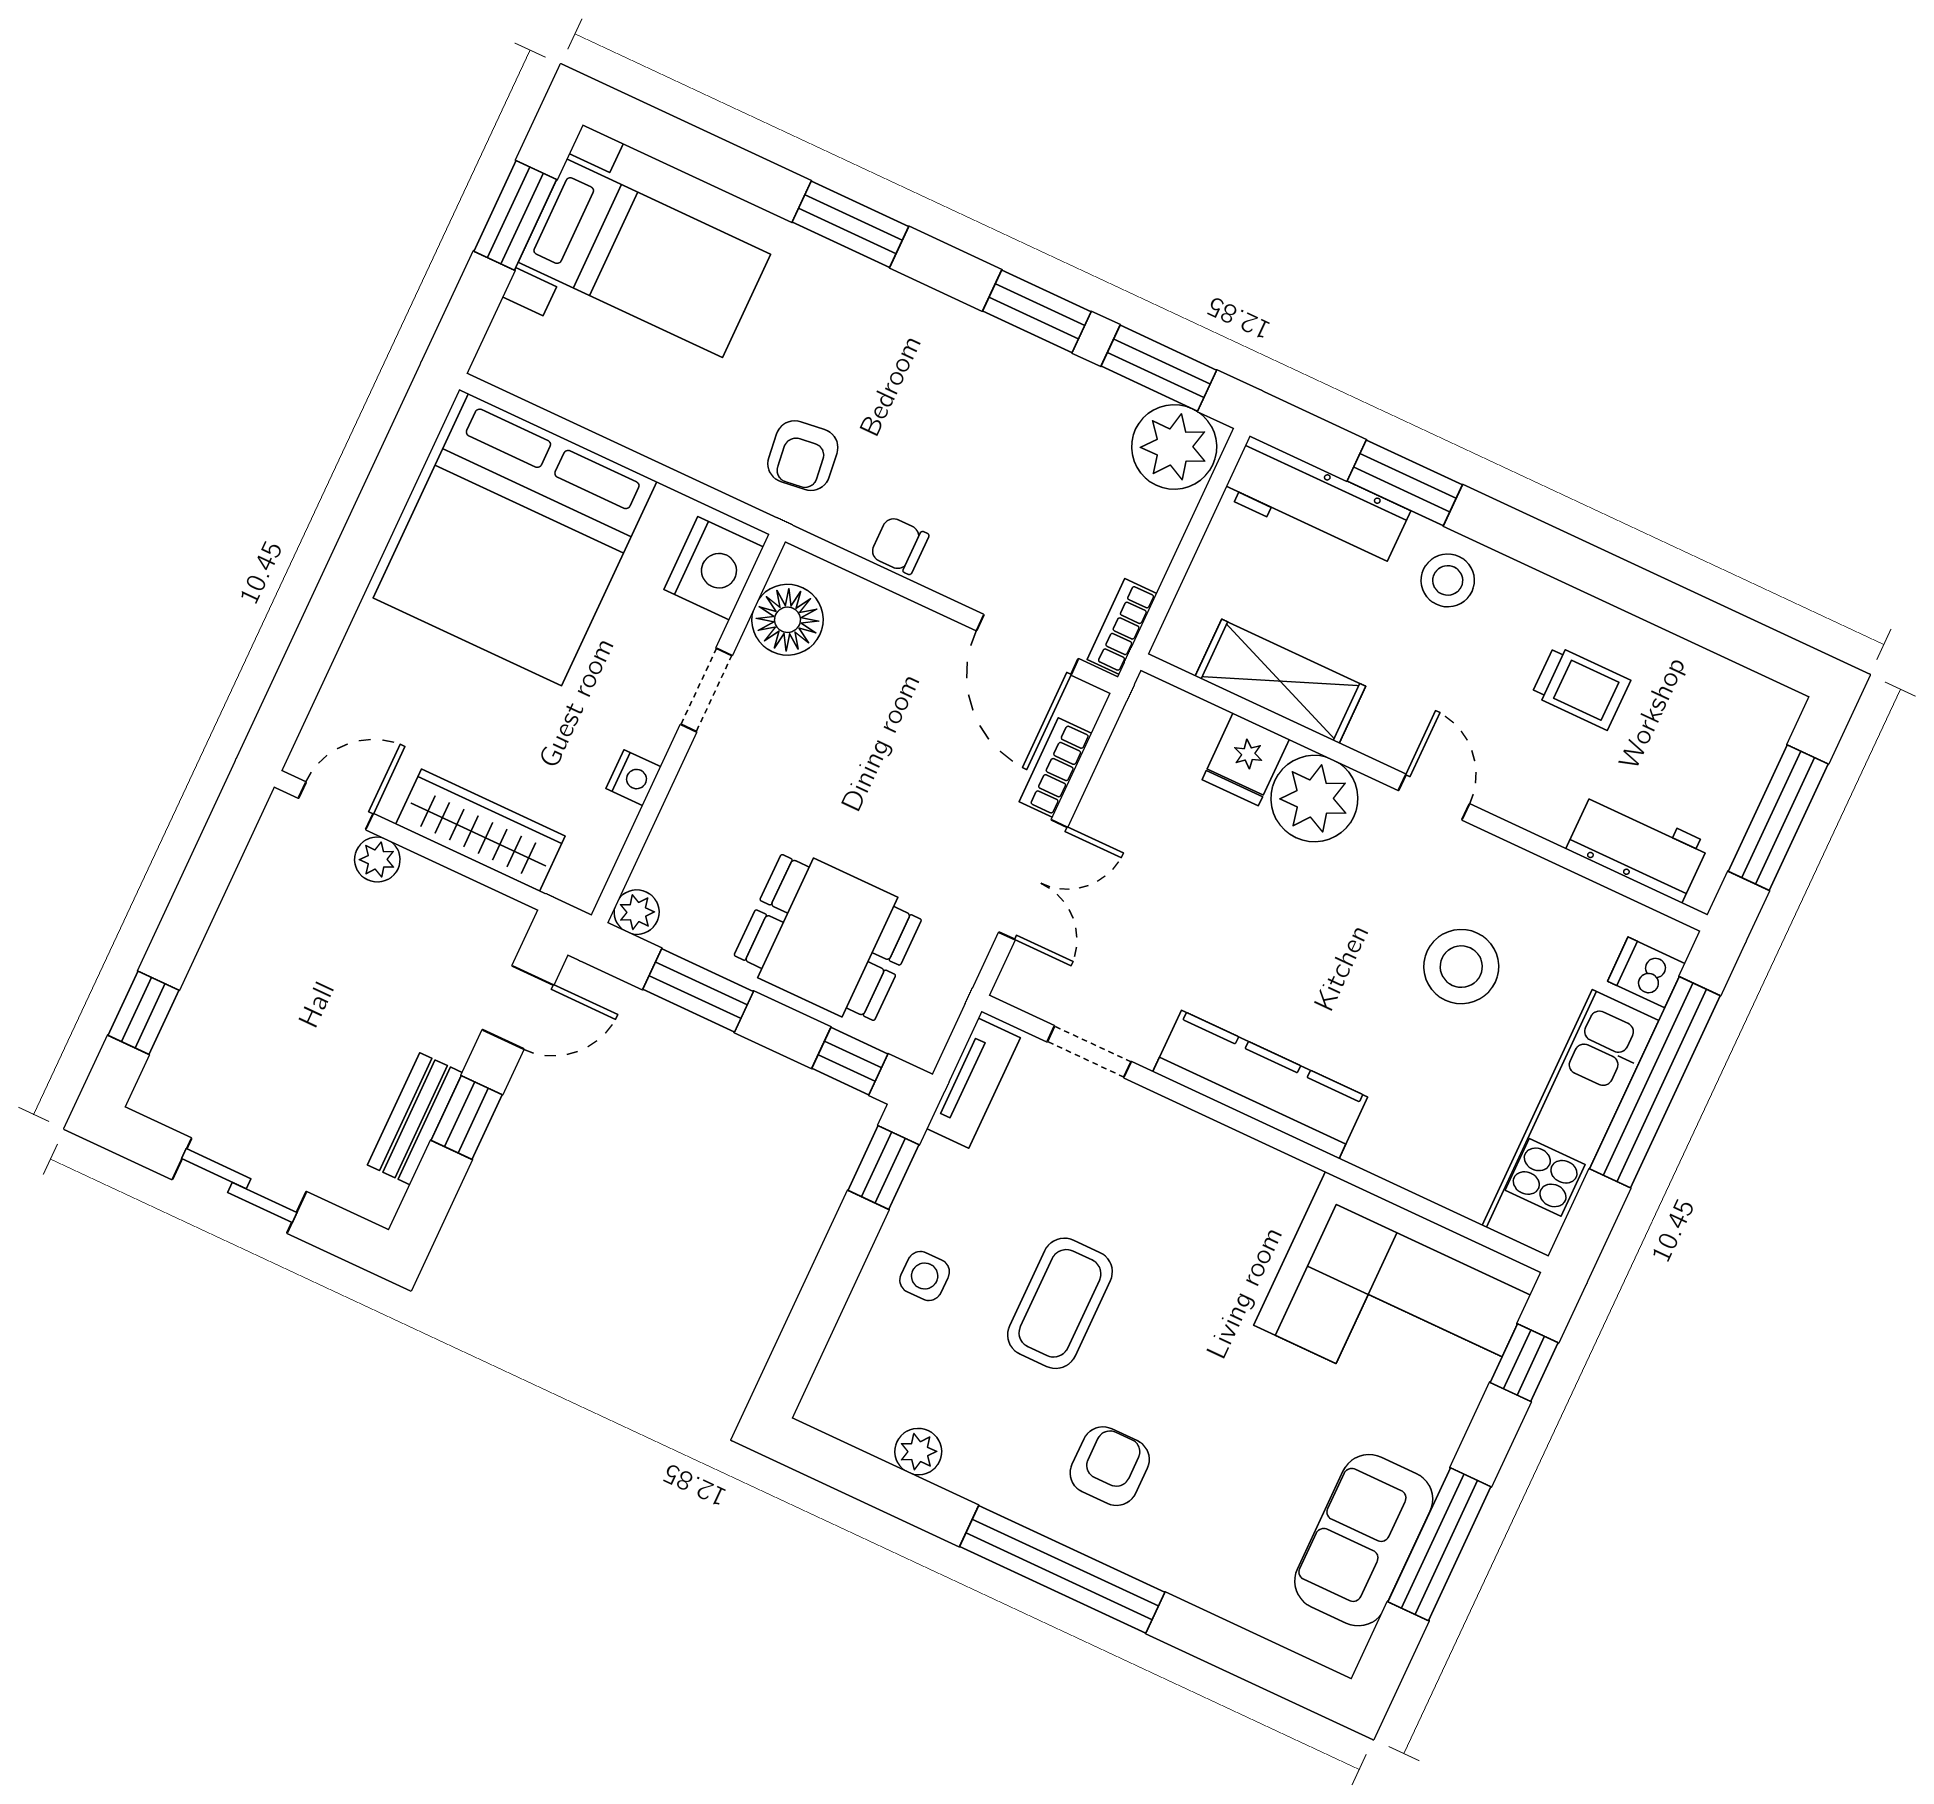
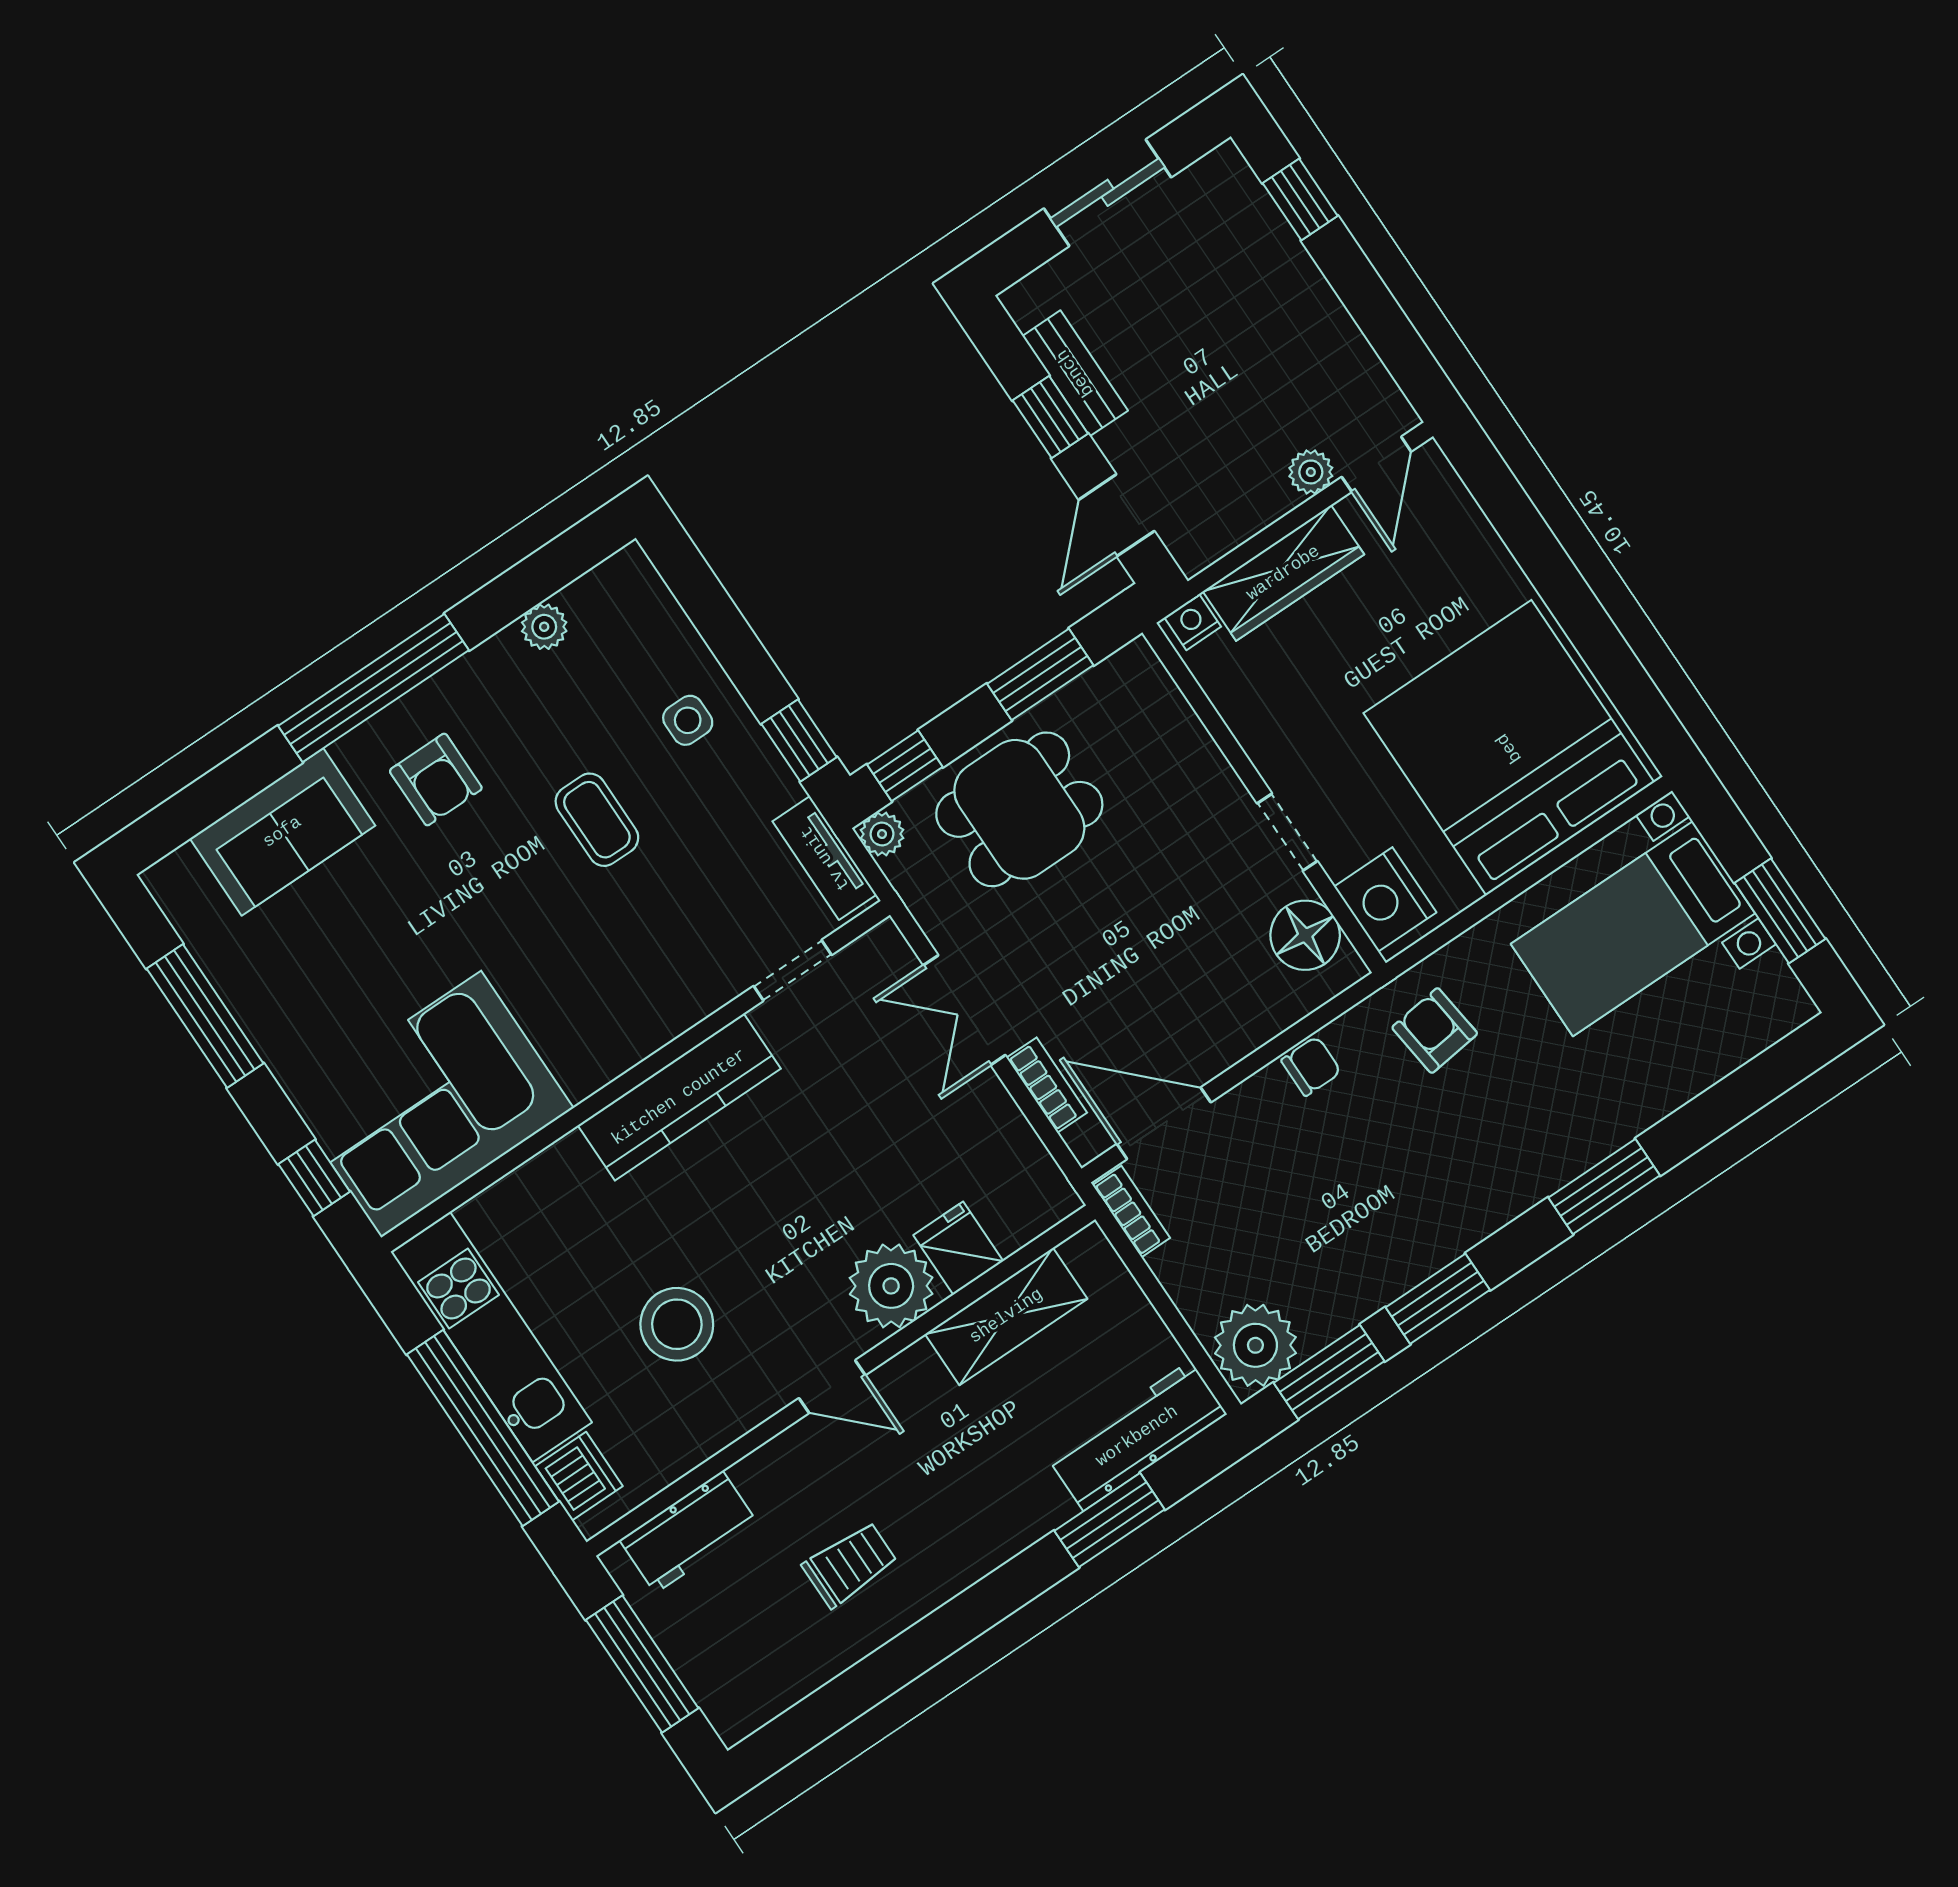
bed with nightstands: (644, 258) -> (1633, 929), moved
stool: (1448, 580) -> (1006, 1507), removed
trolley: (1581, 688) -> (850, 1564), turned 180
nightstand: (634, 778) -> (1193, 622), moved, turned 90
plant: (637, 912) -> (882, 834), moved
dishwasher: (1646, 972) -> (579, 1476), width x1.38
coffee table: (1060, 1303) -> (597, 820), width x0.73, depth x0.77
sofa: (1364, 1540) -> (282, 832), moved, turned 90

